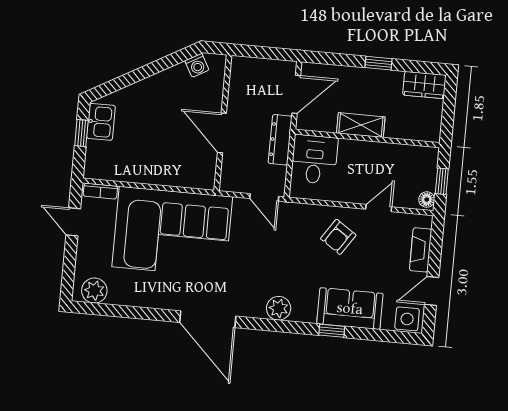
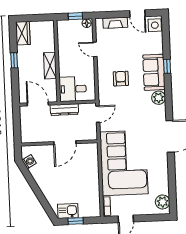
armchair: (338, 237) -> (121, 79), moved, turned -124
sofa: (350, 309) -> (154, 72), moved

